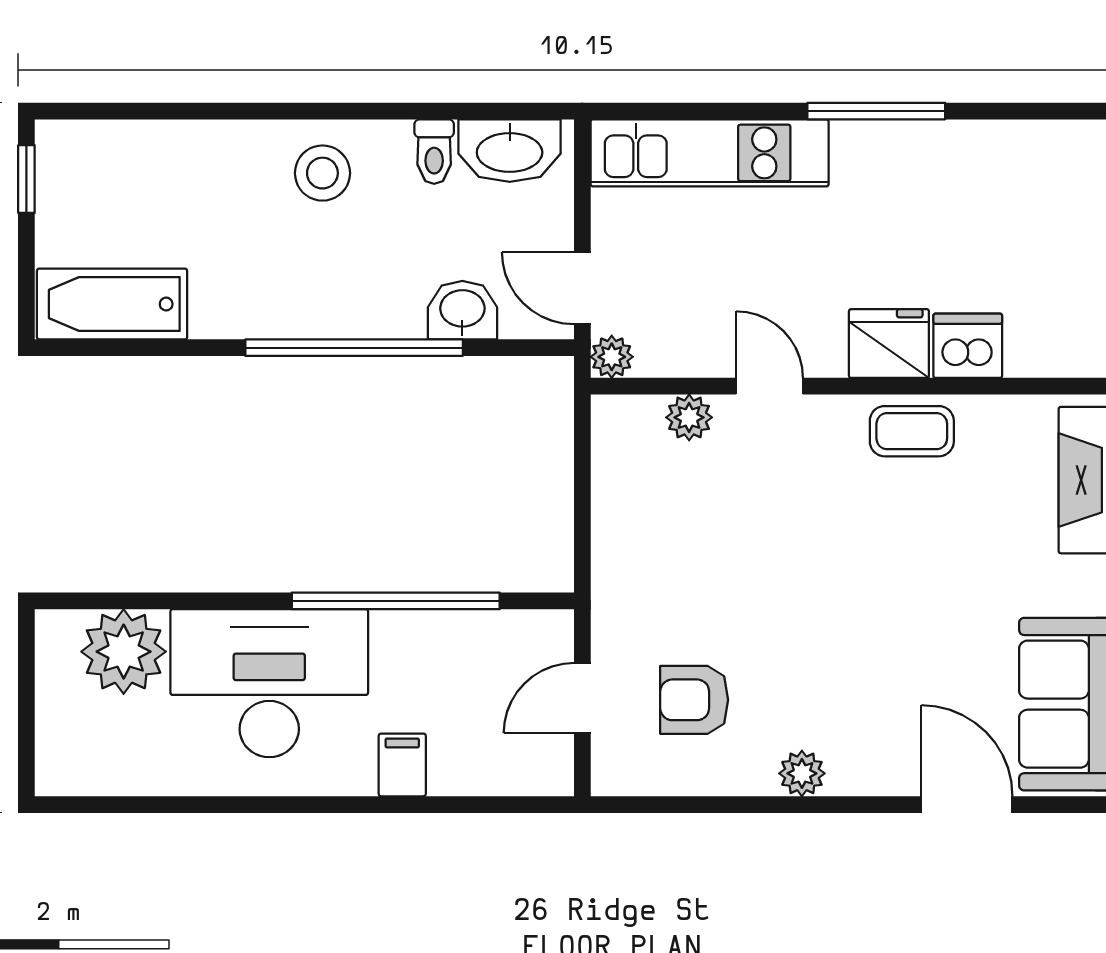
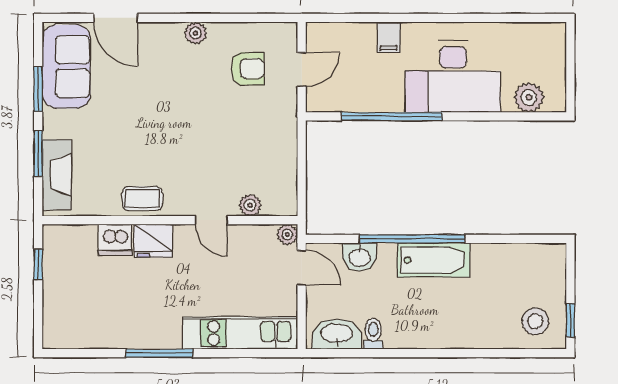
stool: (322, 173) -> (535, 321), moved
bathtub: (112, 304) -> (434, 260), moved
plant: (124, 652) -> (529, 97), width x0.73, depth x0.73

